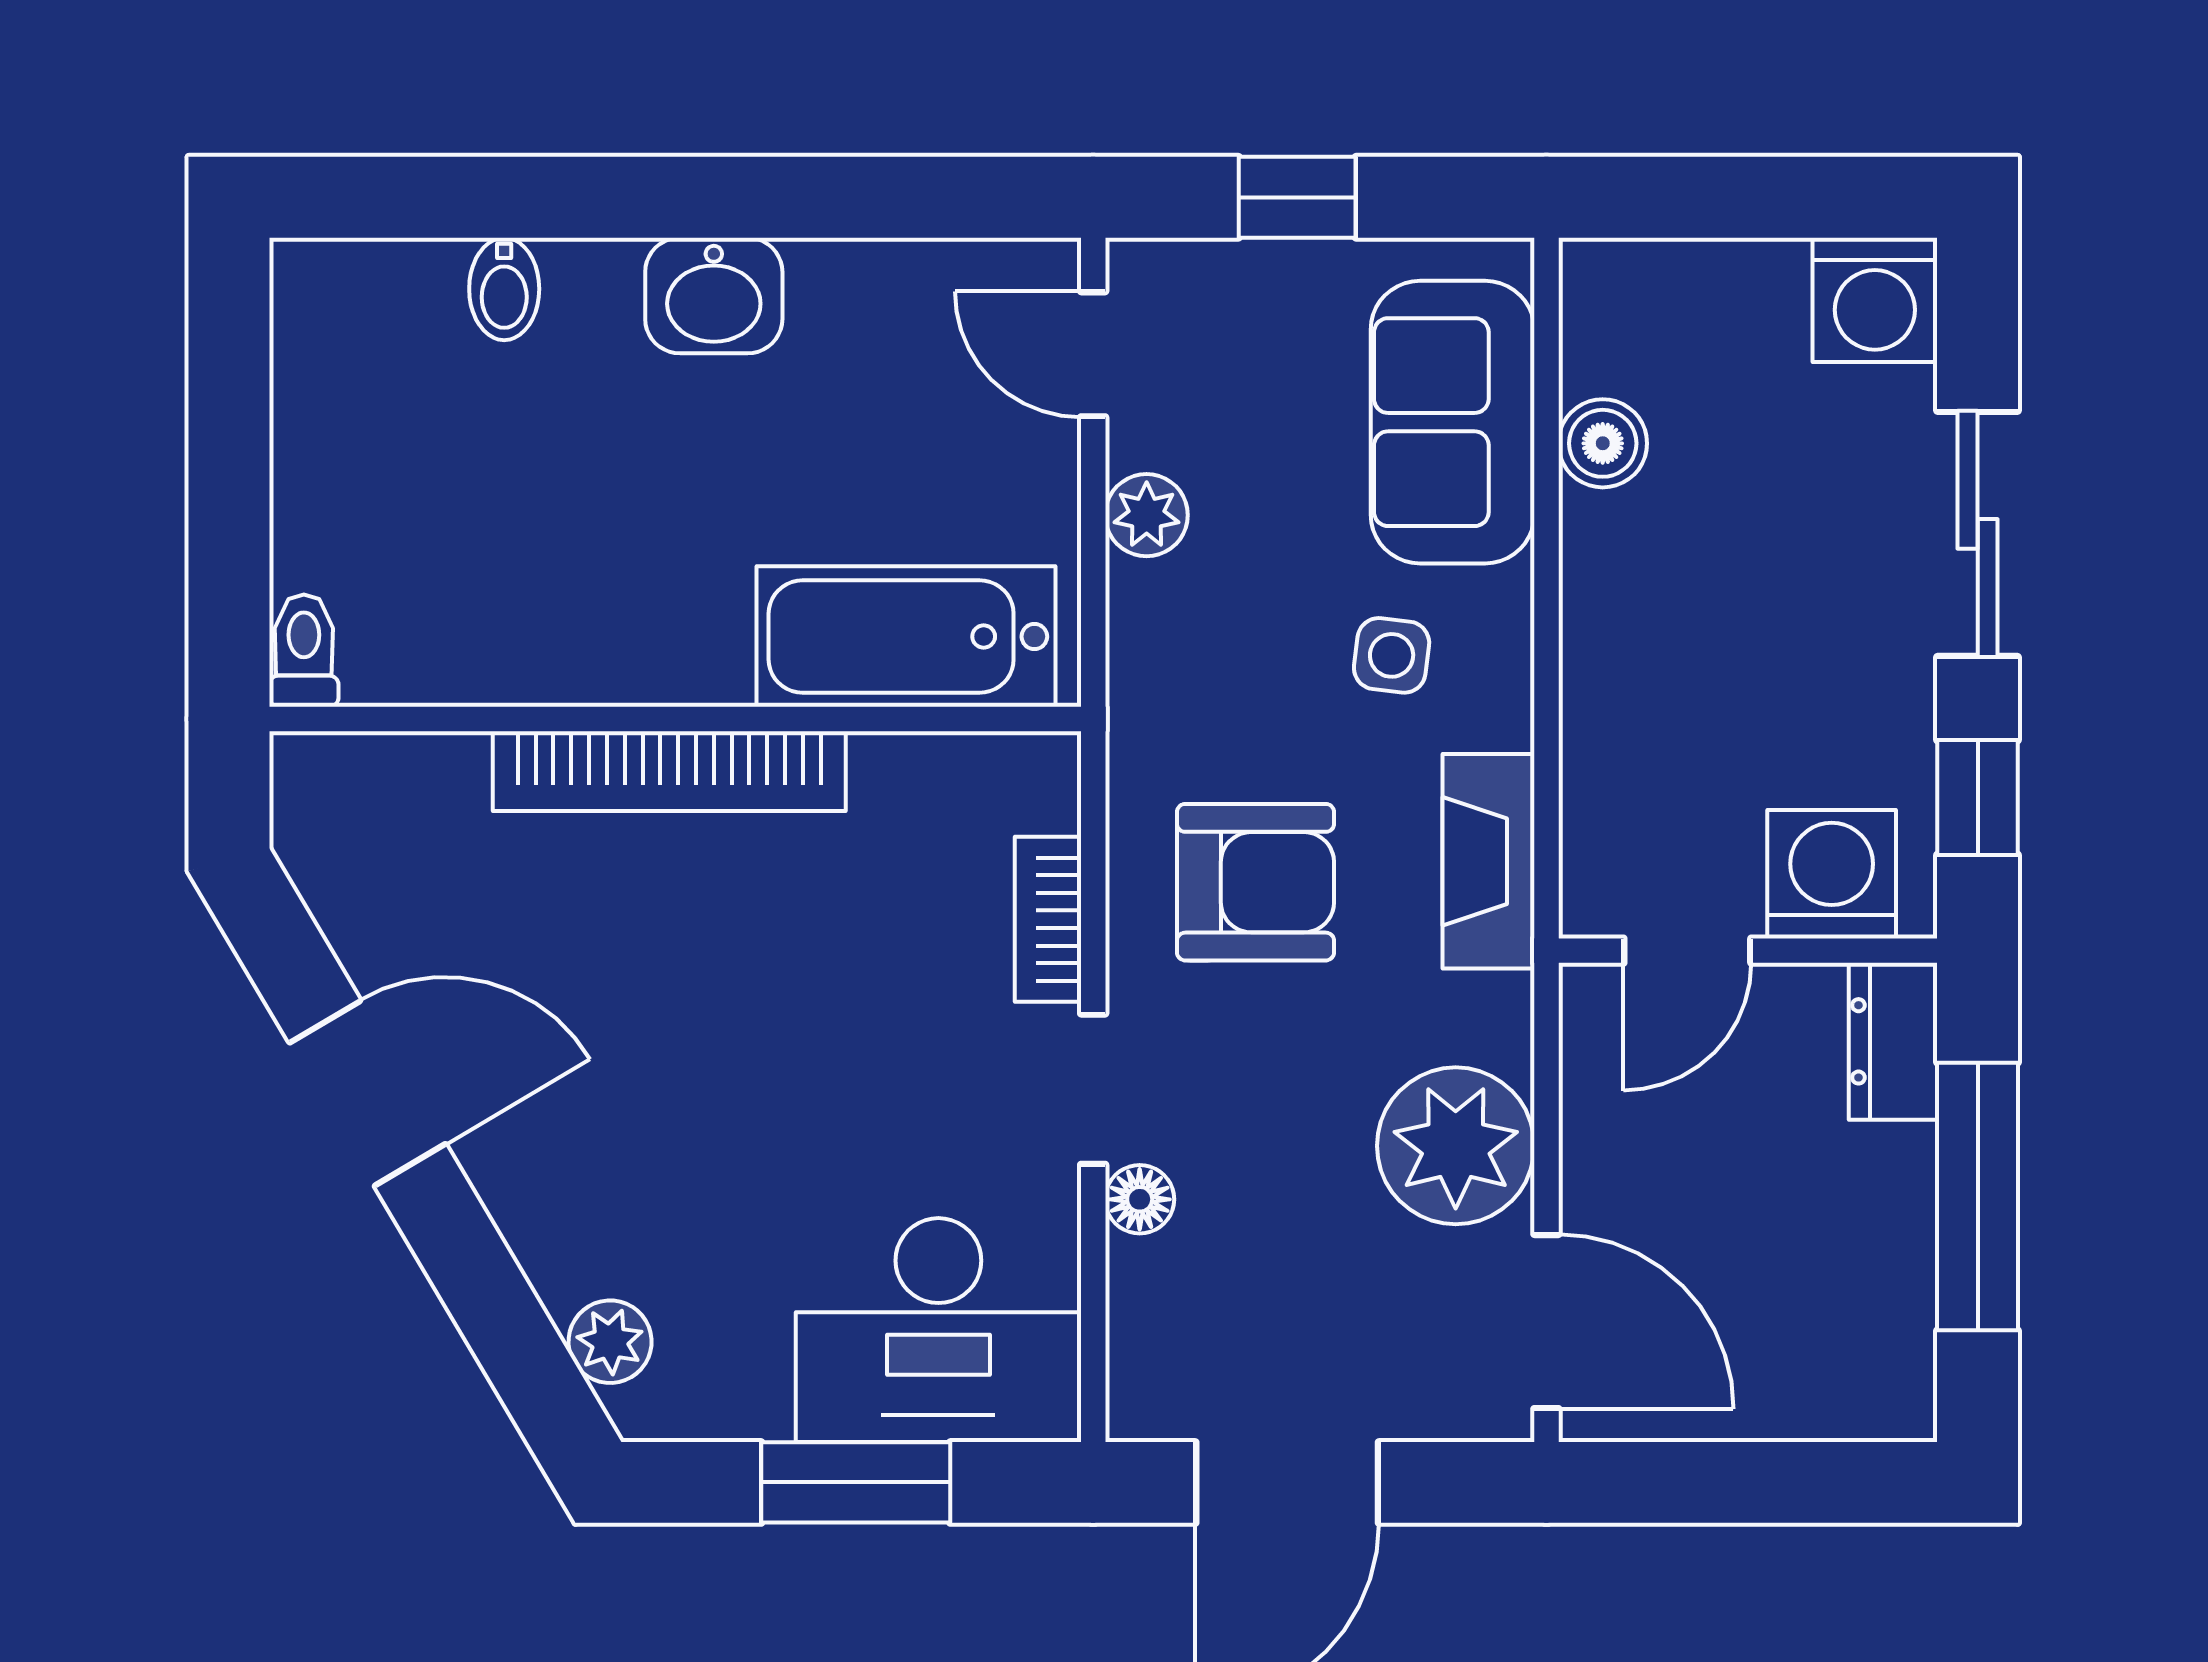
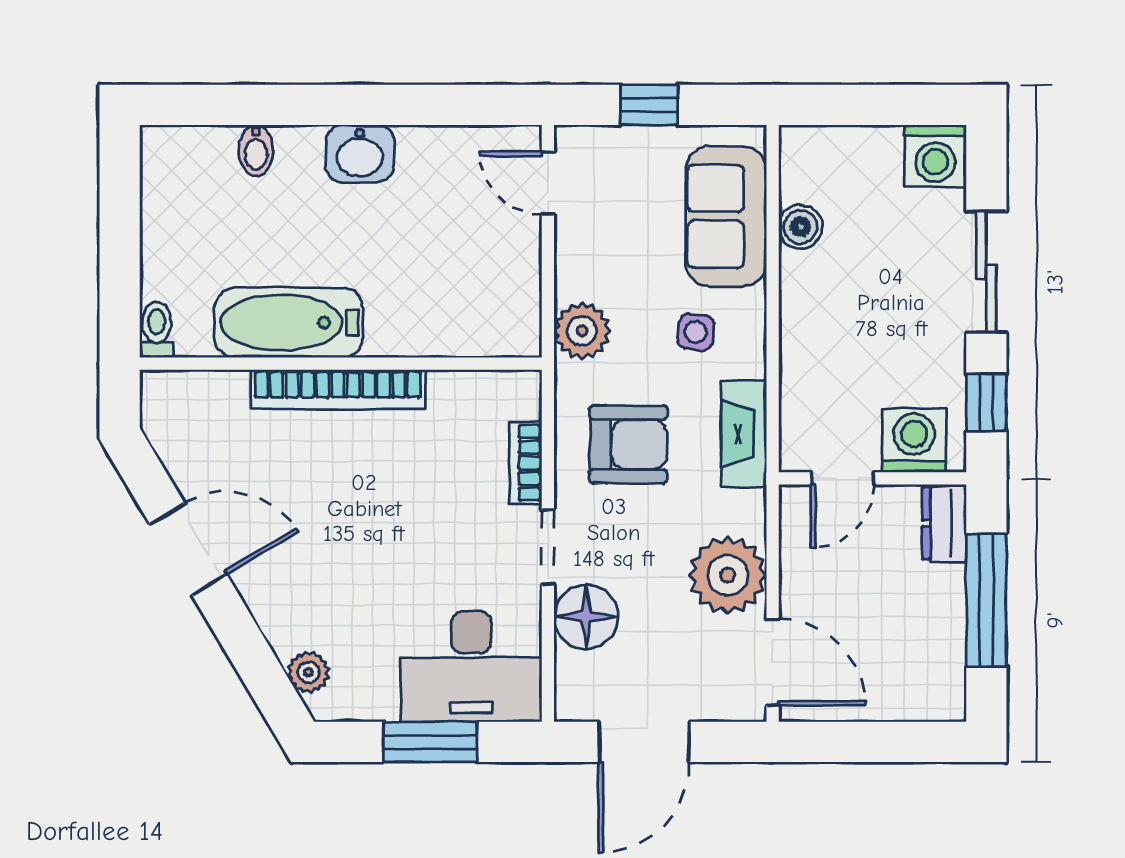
plant: (1147, 515) -> (582, 331), moved, width x1.38, depth x1.38
bathtub: (906, 637) -> (289, 323), moved
floor lamp: (1140, 1199) -> (586, 617), width x1.89, depth x1.89

